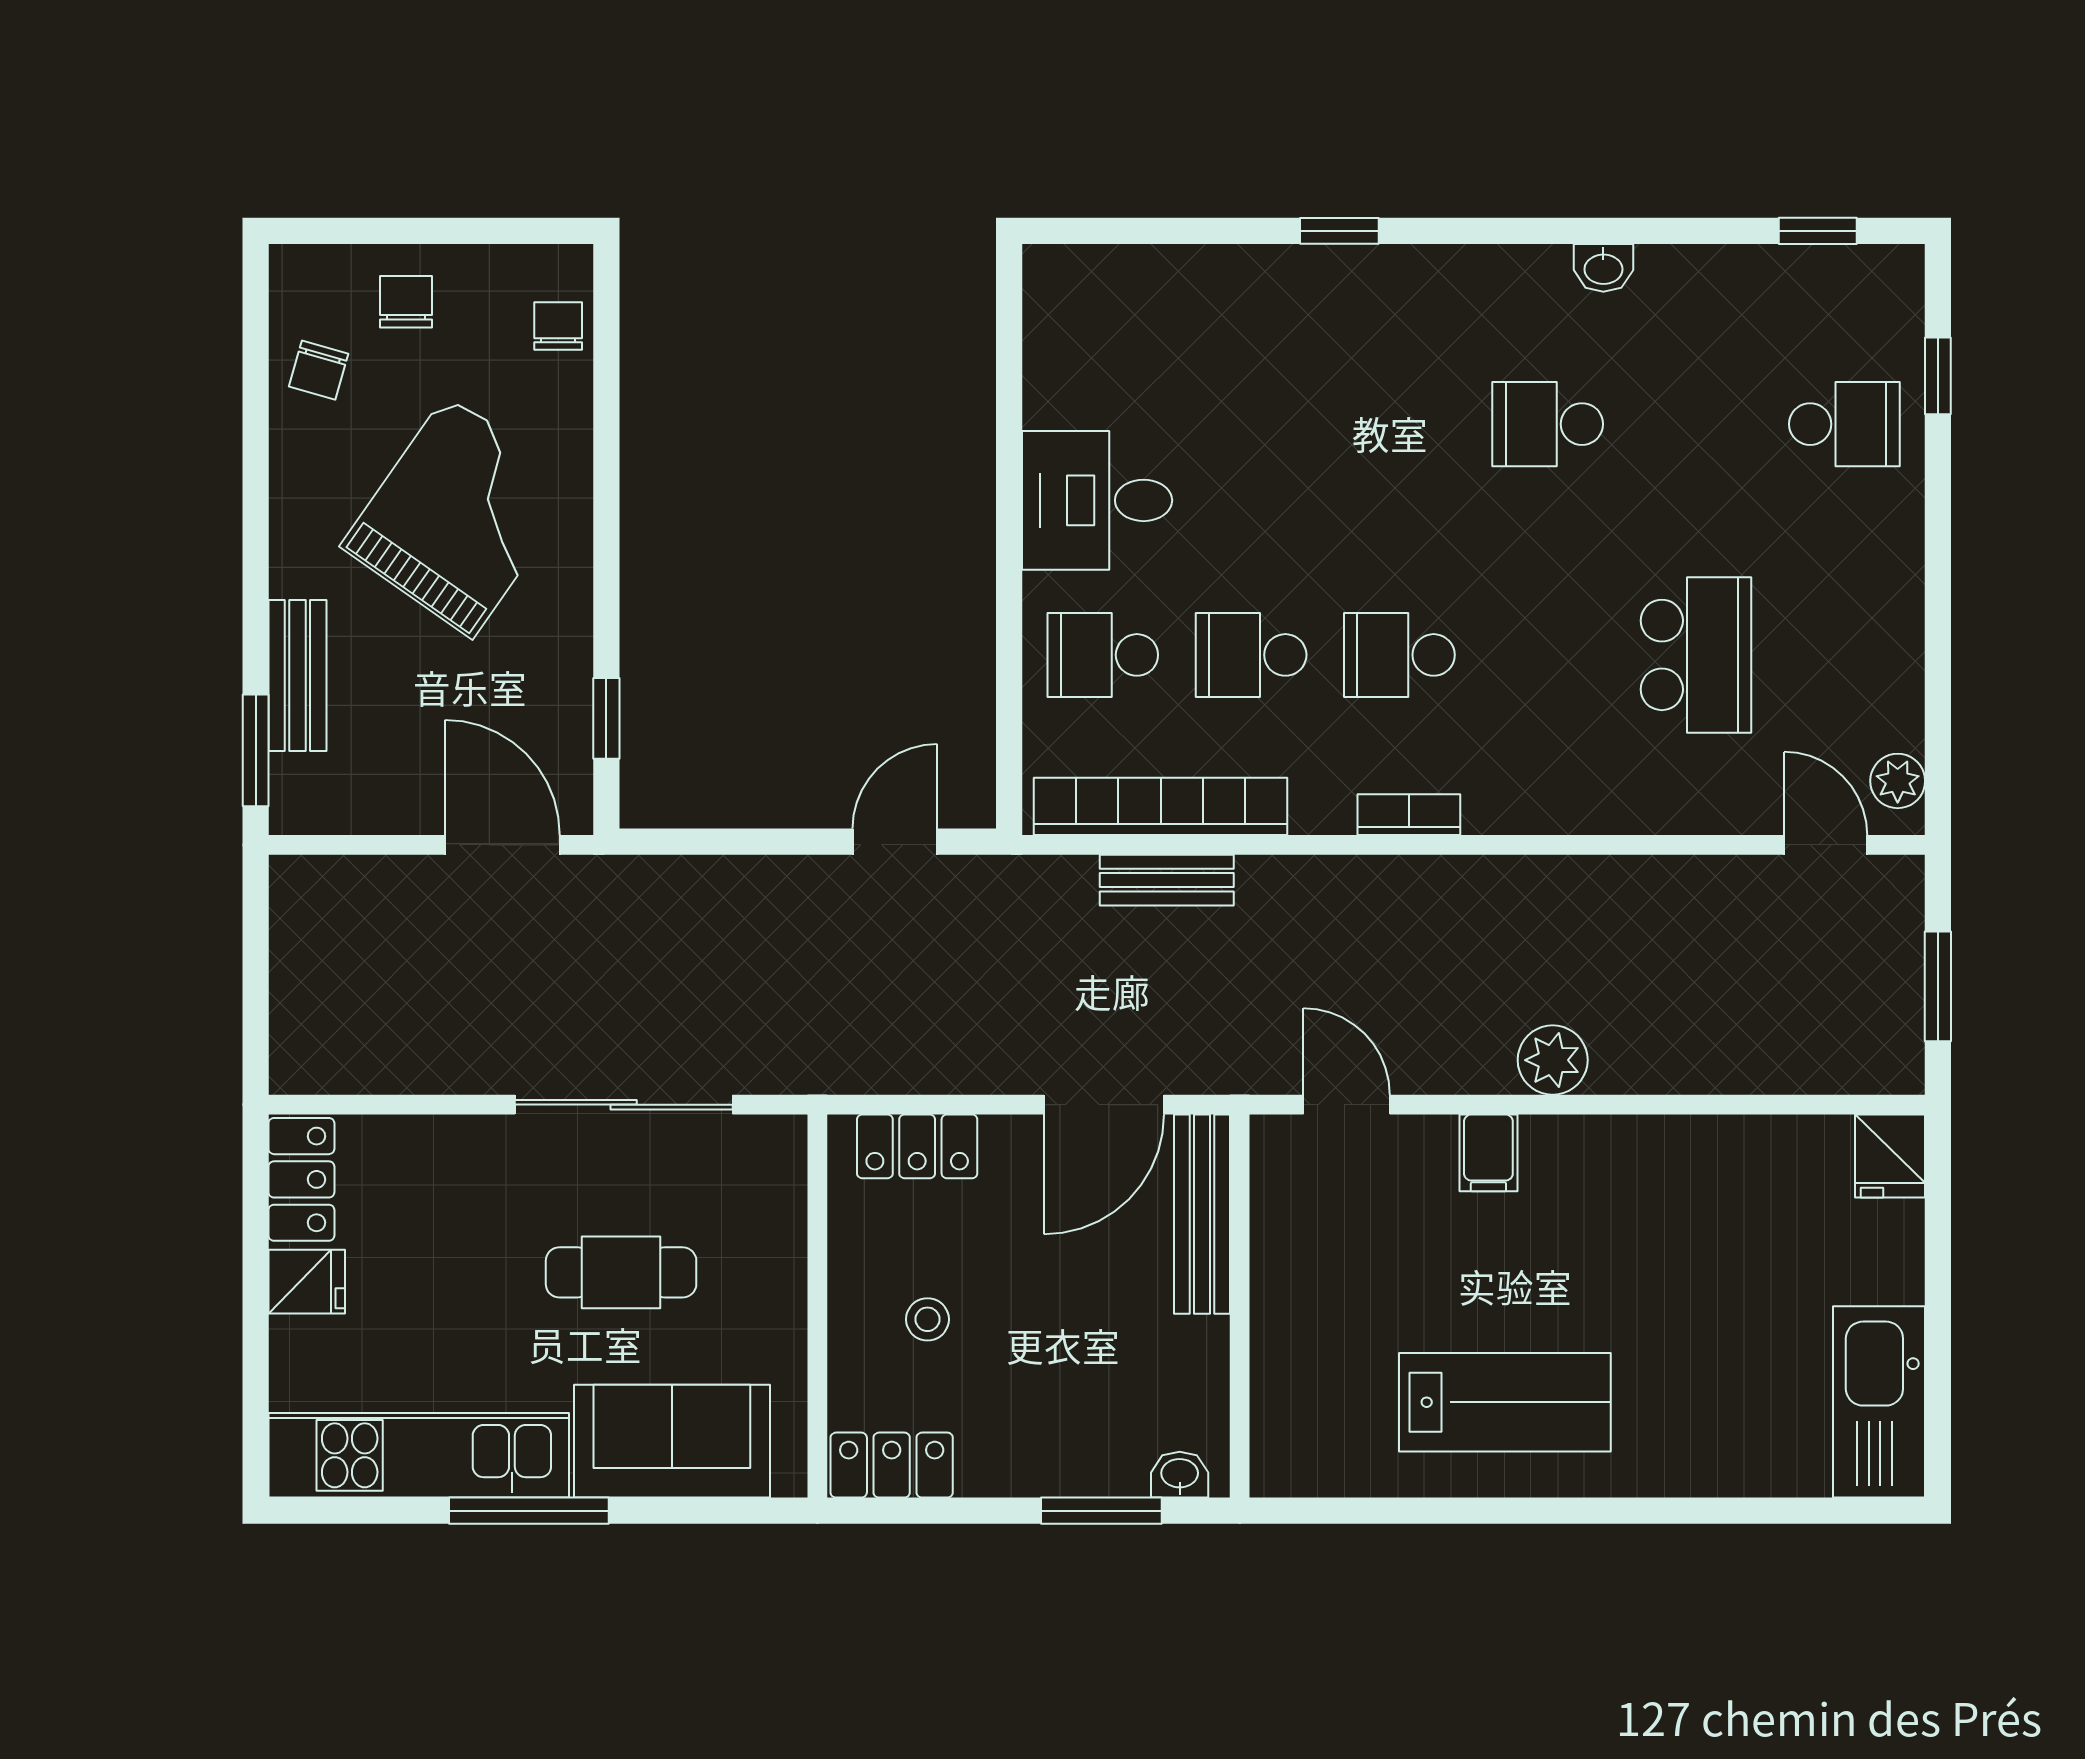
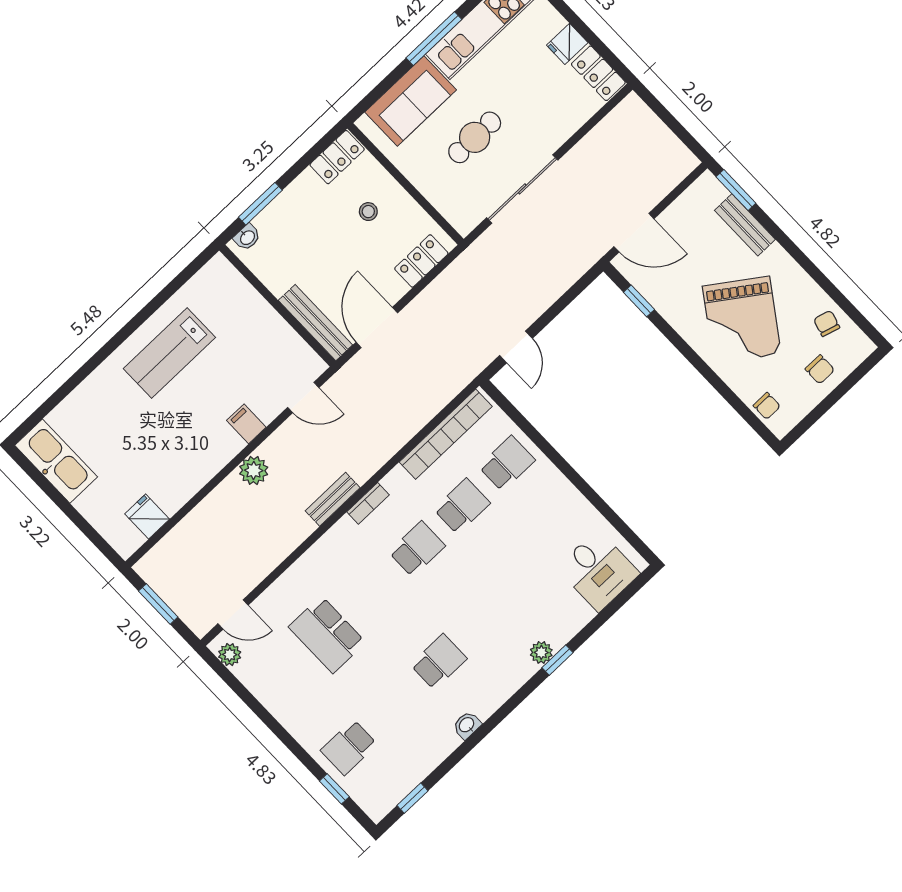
plant: (1355, 271) -> (541, 652), added
desk: (1097, 500) -> (598, 571), moved, turned 90
bench: (1167, 880) -> (333, 499), moved
fridge: (1890, 1156) -> (147, 517), moved

